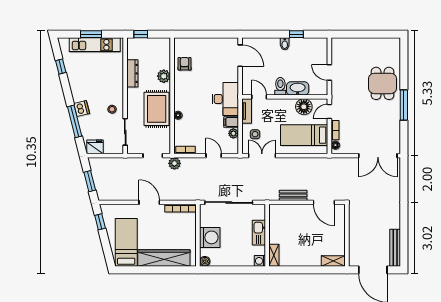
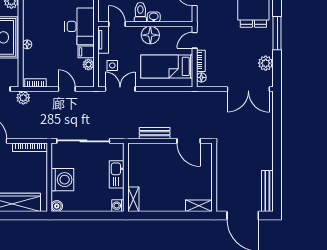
washbasin: (298, 88) -> (154, 17), width x0.52, depth x0.69
floor lamp: (304, 107) -> (150, 35), moved
plant: (394, 132) -> (266, 63), added

